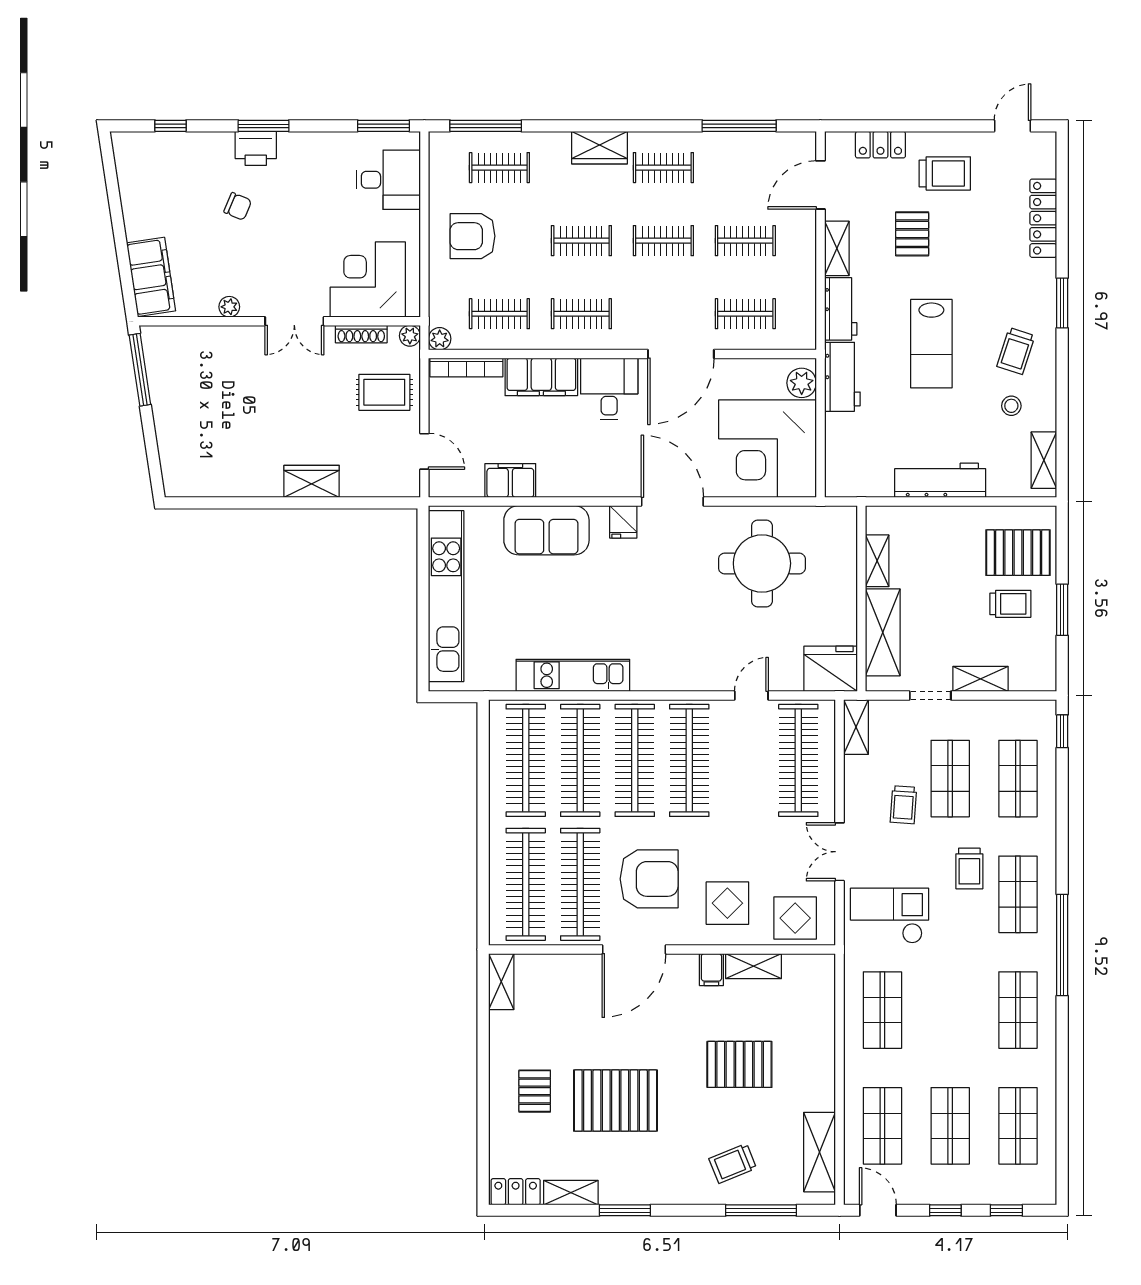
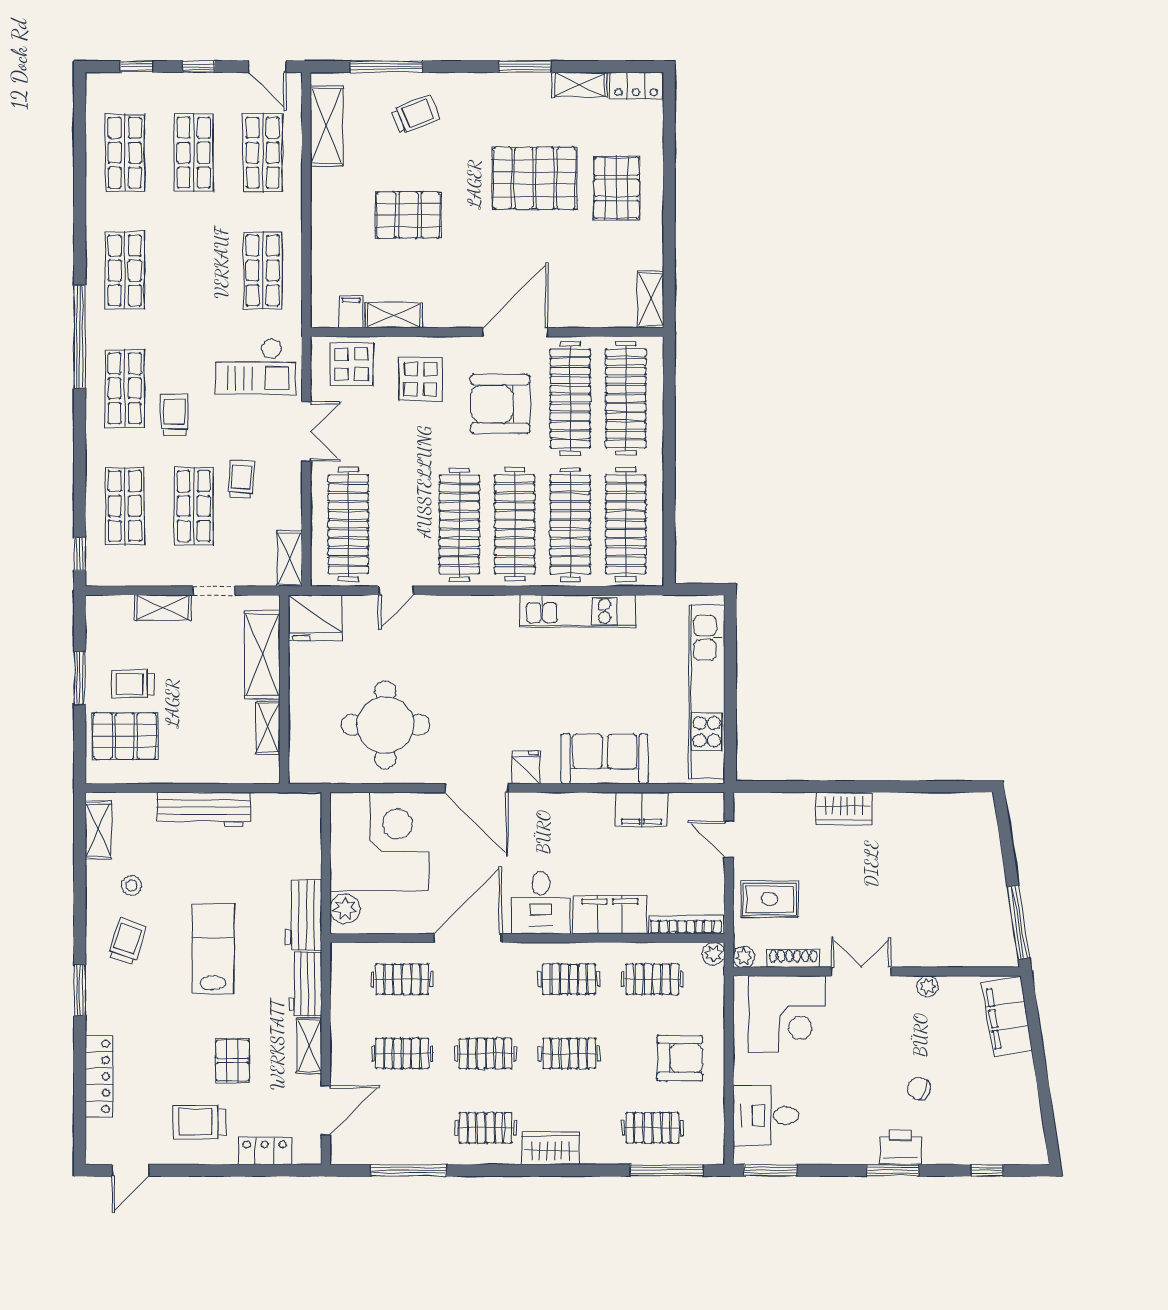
filing cabinet: (711, 970) -> (351, 312), moved
pallet: (535, 1091) -> (617, 188), width x1.50, depth x1.42

